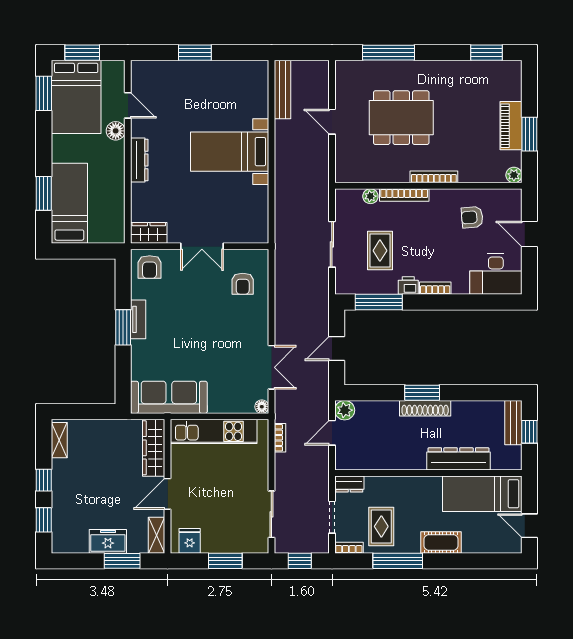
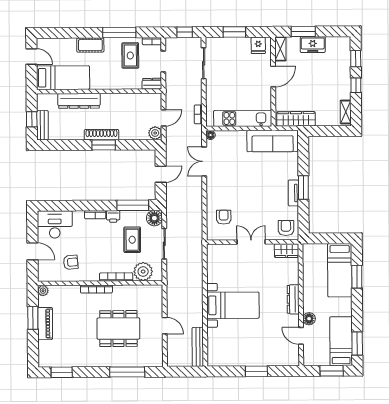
bed: (76, 97) -> (341, 341), width x0.67
plant: (370, 196) -> (143, 272), width x1.88, depth x1.88
floor lamp: (346, 283) -> (154, 218), added
wardrobe: (154, 448) -> (296, 119), moved, turned -90

